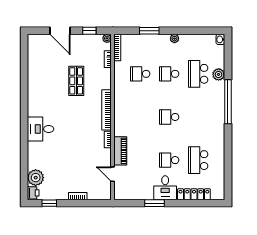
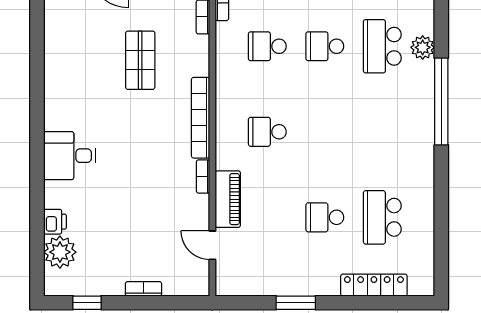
school desk: (169, 117) -> (267, 132), moved
desk: (165, 188) -> (317, 272), removed
printer: (33, 193) -> (55, 222), moved

